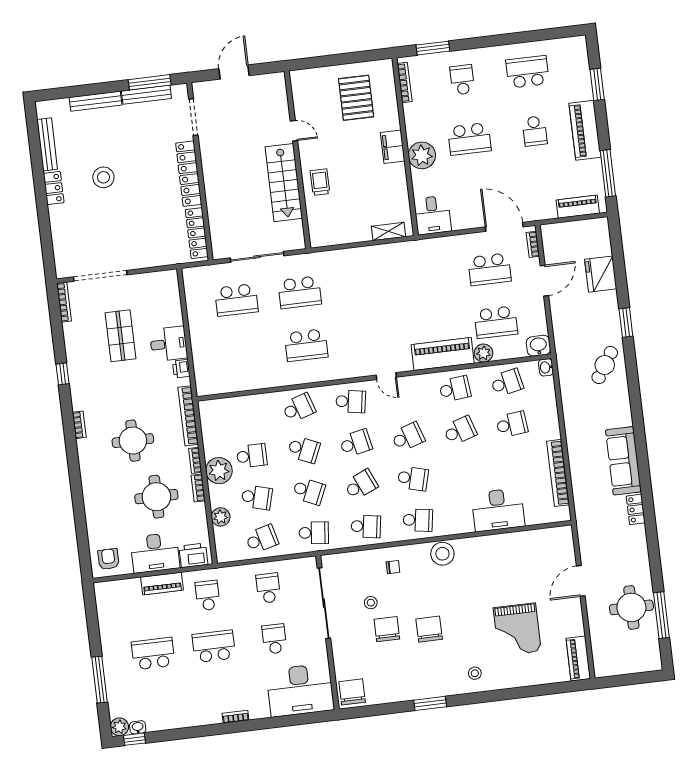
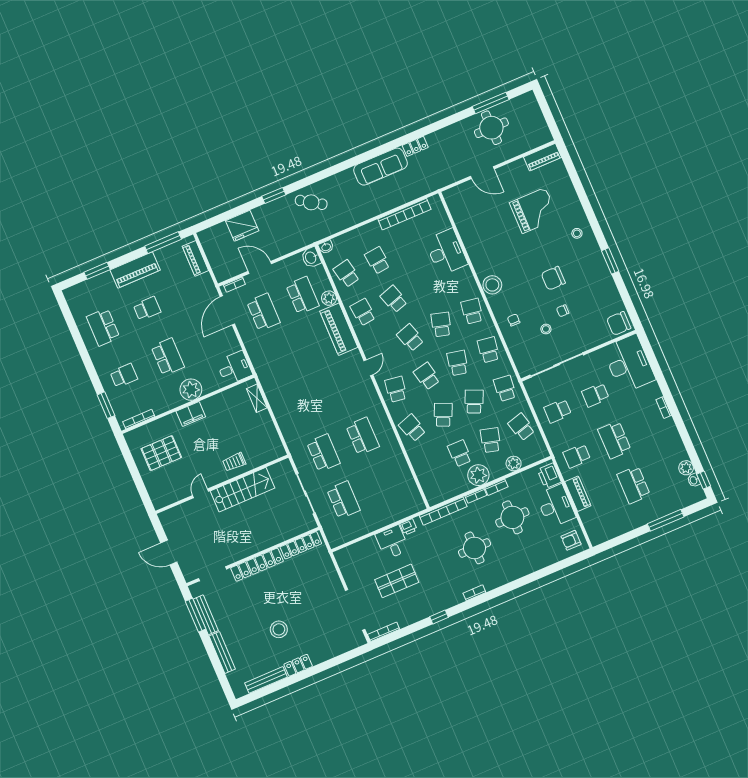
school desk: (462, 80) -> (124, 375), turned 180
school desk: (361, 485) -> (458, 363), turned 36
chair: (387, 629) -> (563, 311), width x0.54, depth x0.54
plant: (119, 727) -> (686, 468), moved

